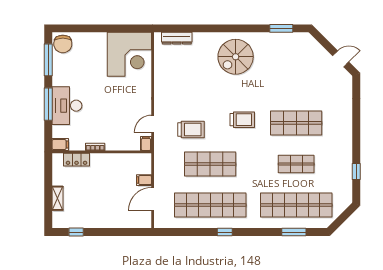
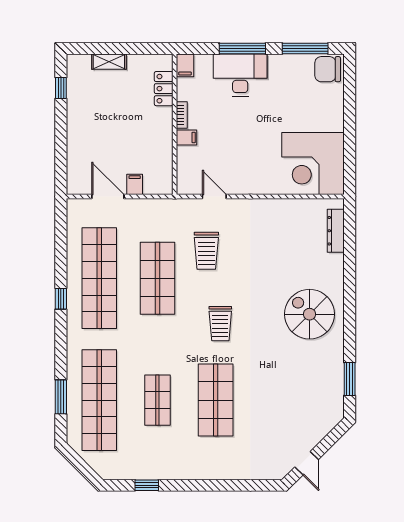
filing cabinet: (146, 143) -> (187, 137), moved

